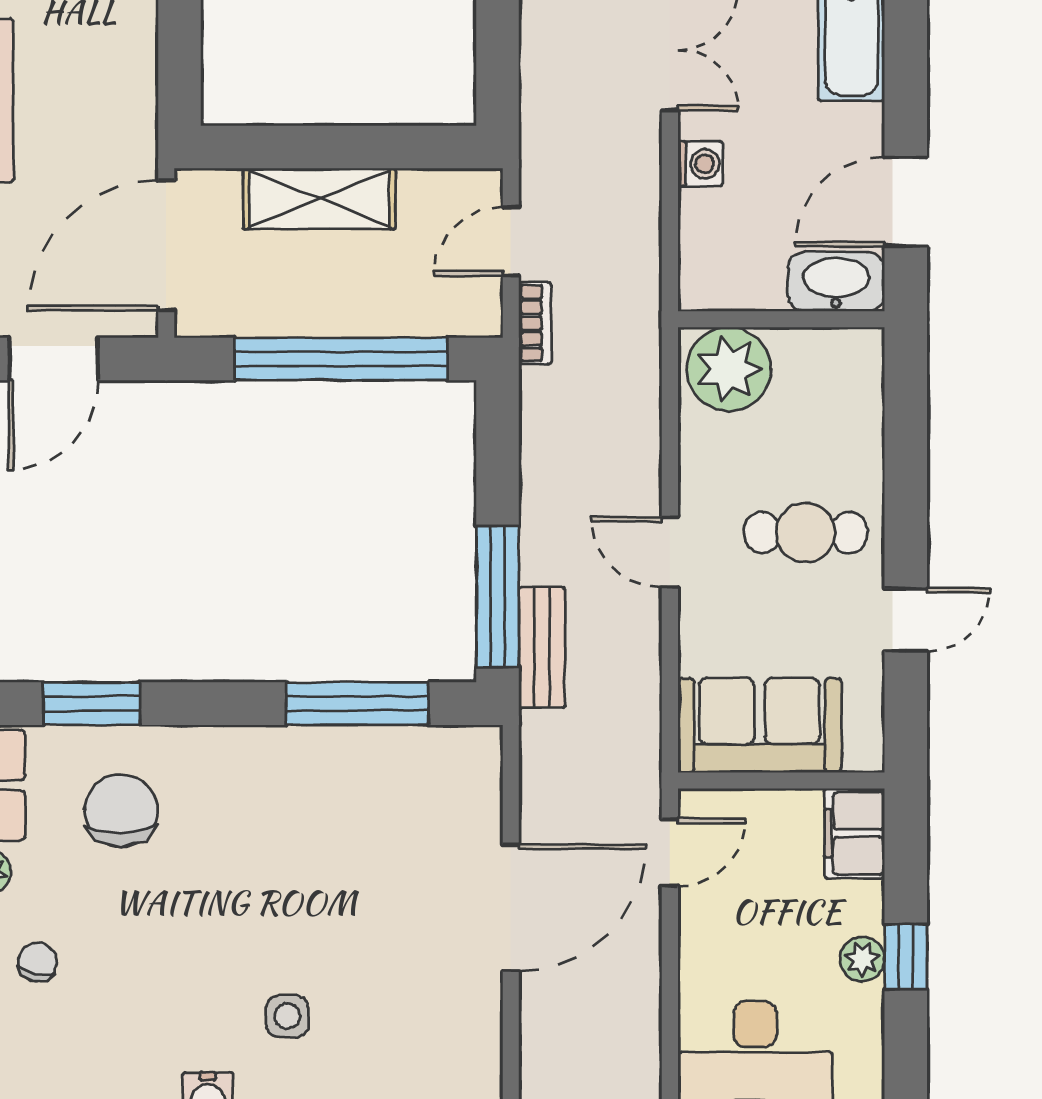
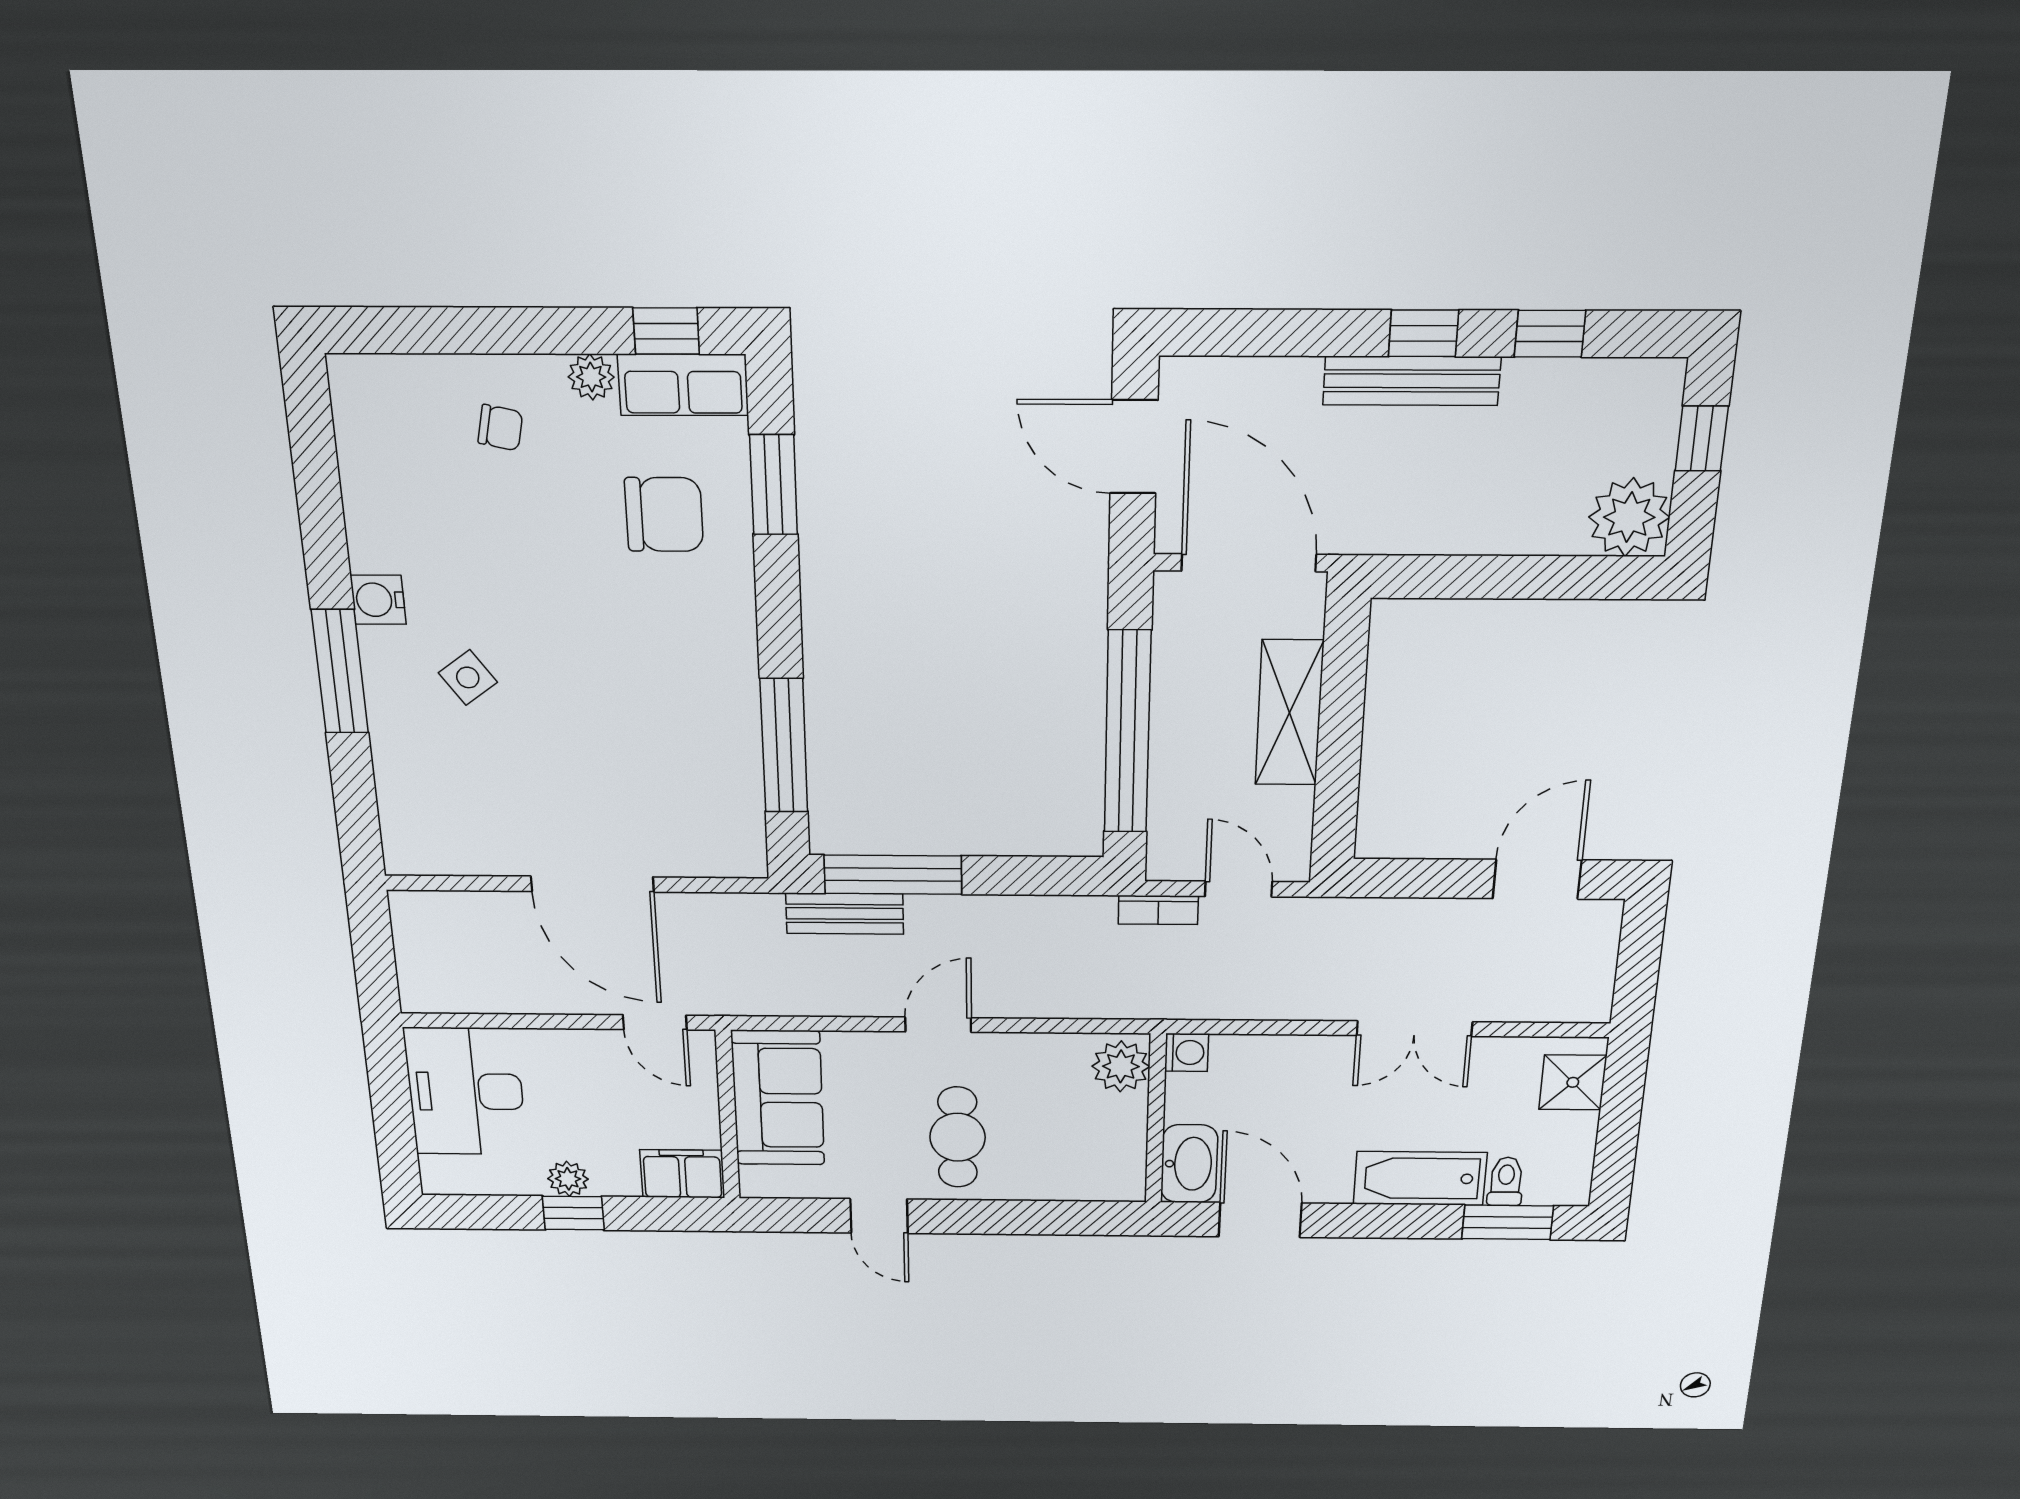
washing machine: (700, 164) -> (1187, 1053), moved, turned -90
plant: (729, 369) -> (1121, 1066), width x0.73, depth x0.73
side table: (287, 1016) -> (468, 677), turned -36

